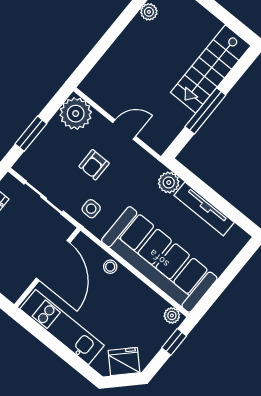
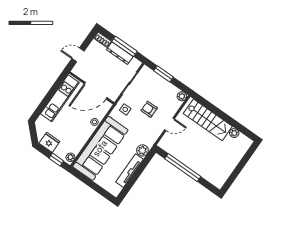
stairs: (211, 69) -> (208, 120), moved, turned 180
window: (205, 111) -> (183, 168), width x1.46
plant: (76, 114) -> (182, 96), width x0.53, depth x0.53
door: (124, 129) -> (169, 124), hinge flipped
fridge: (124, 362) -> (49, 142), moved, turned -45

